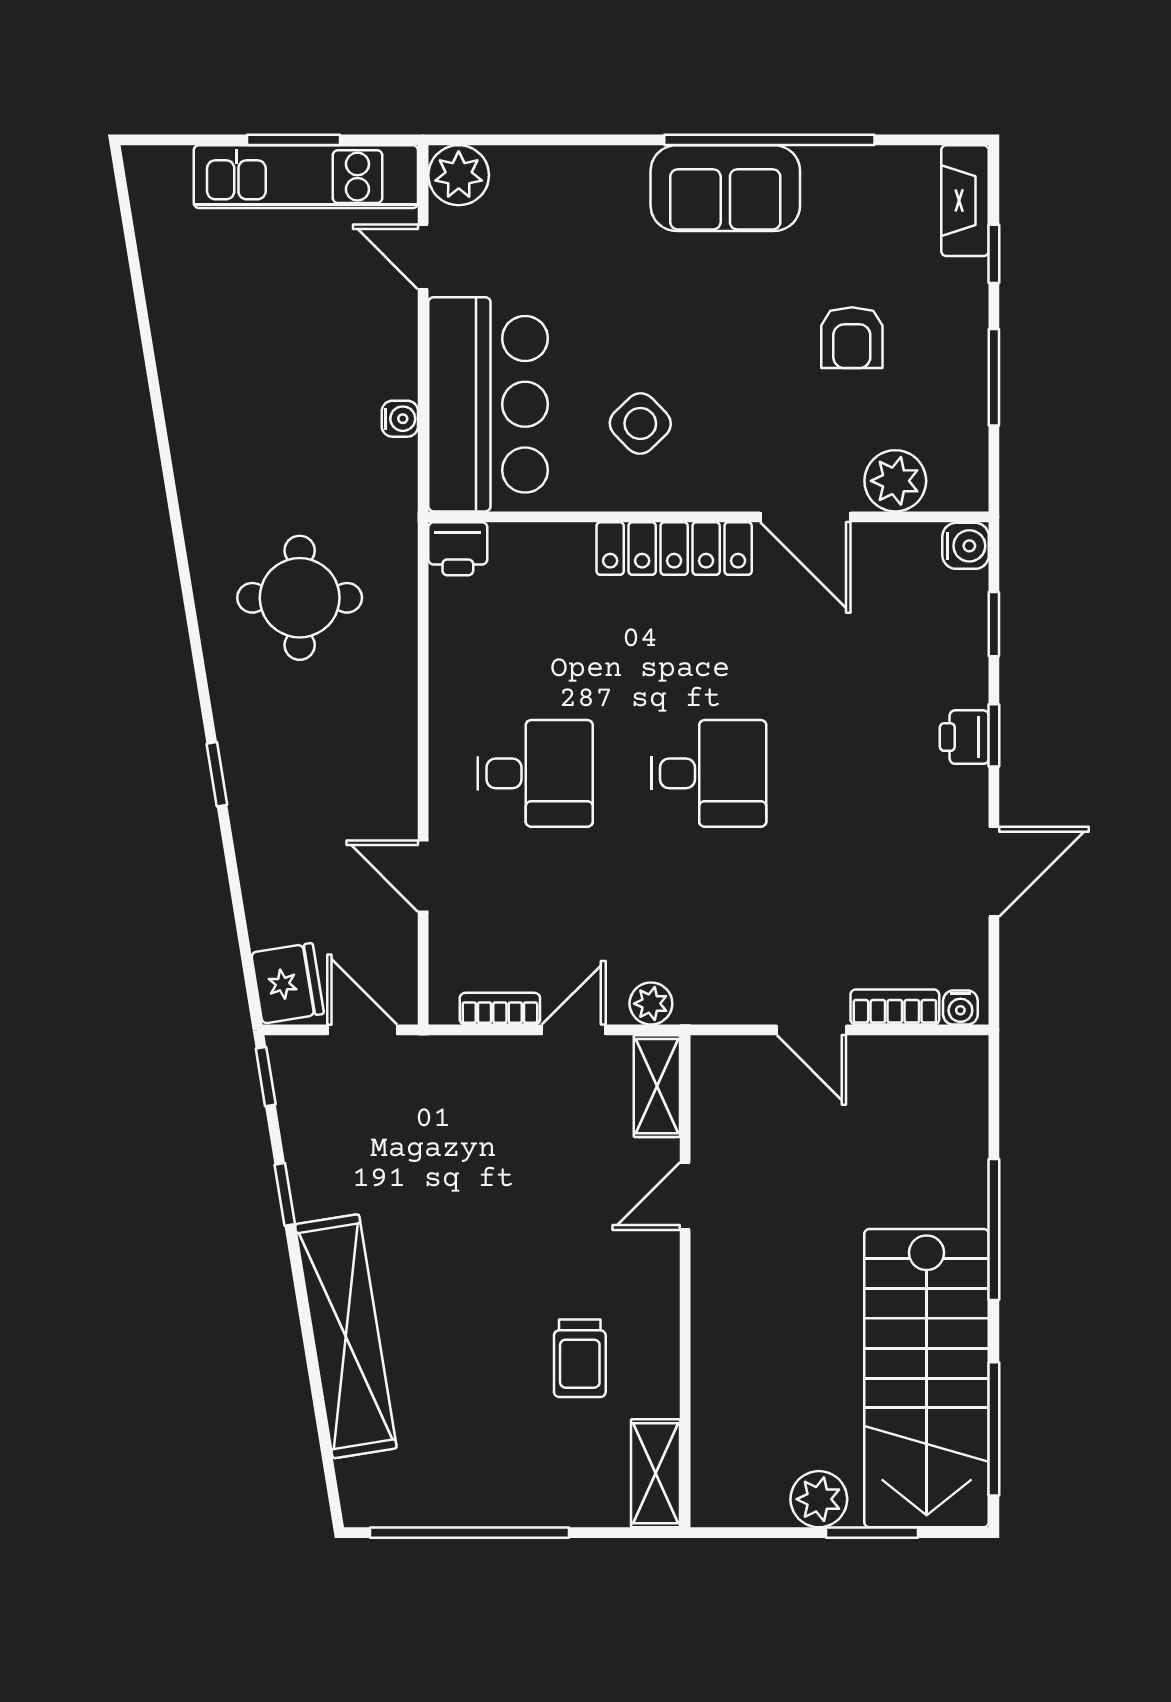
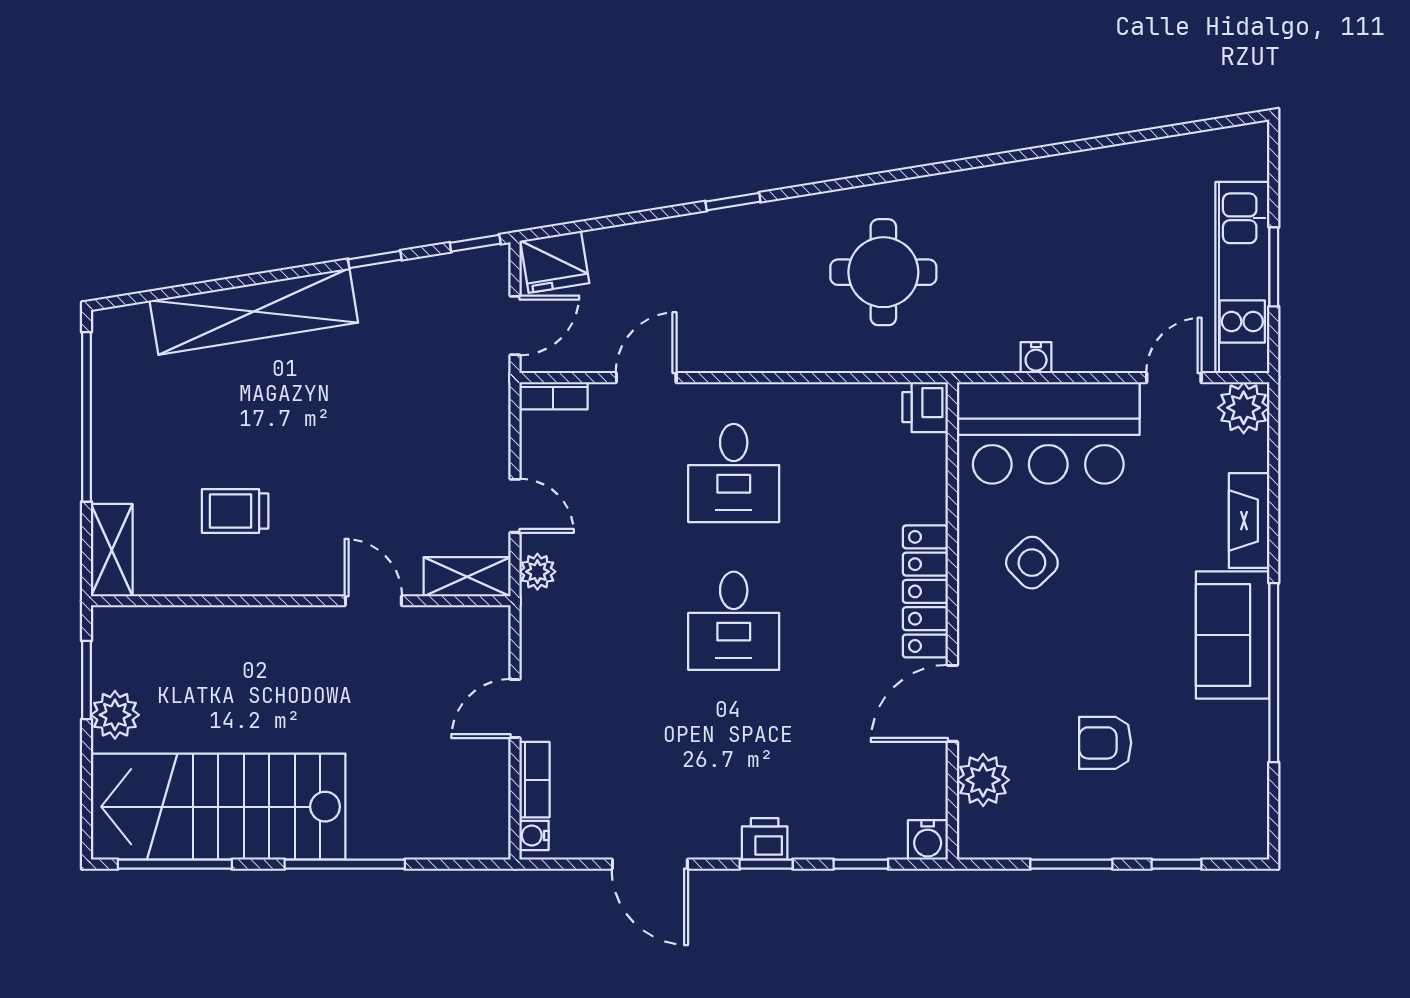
fireplace: (965, 201) -> (1249, 521), moved, turned -90
bookcase: (500, 1009) -> (553, 396), moved, turned 90
shelving: (655, 1473) -> (112, 550), moved, turned 90
window: (872, 1533) -> (86, 680), moved

